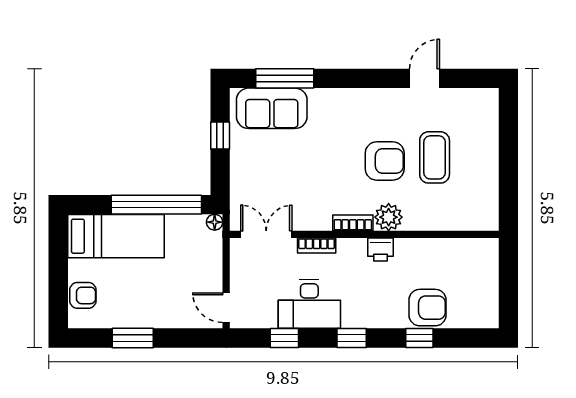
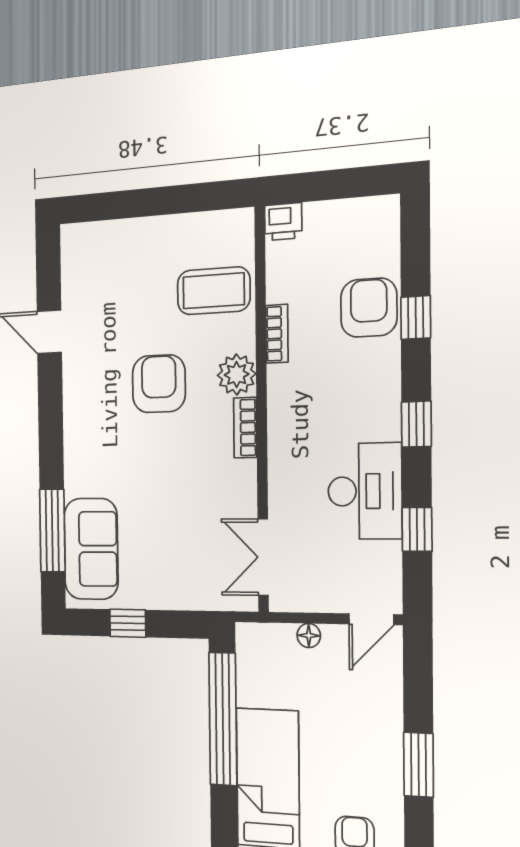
coffee table: (435, 157) -> (214, 291), moved
floor lamp: (215, 222) -> (309, 635), moved
bookcase: (317, 246) -> (277, 334), moved
printer: (381, 250) -> (283, 222), moved, turned 90

